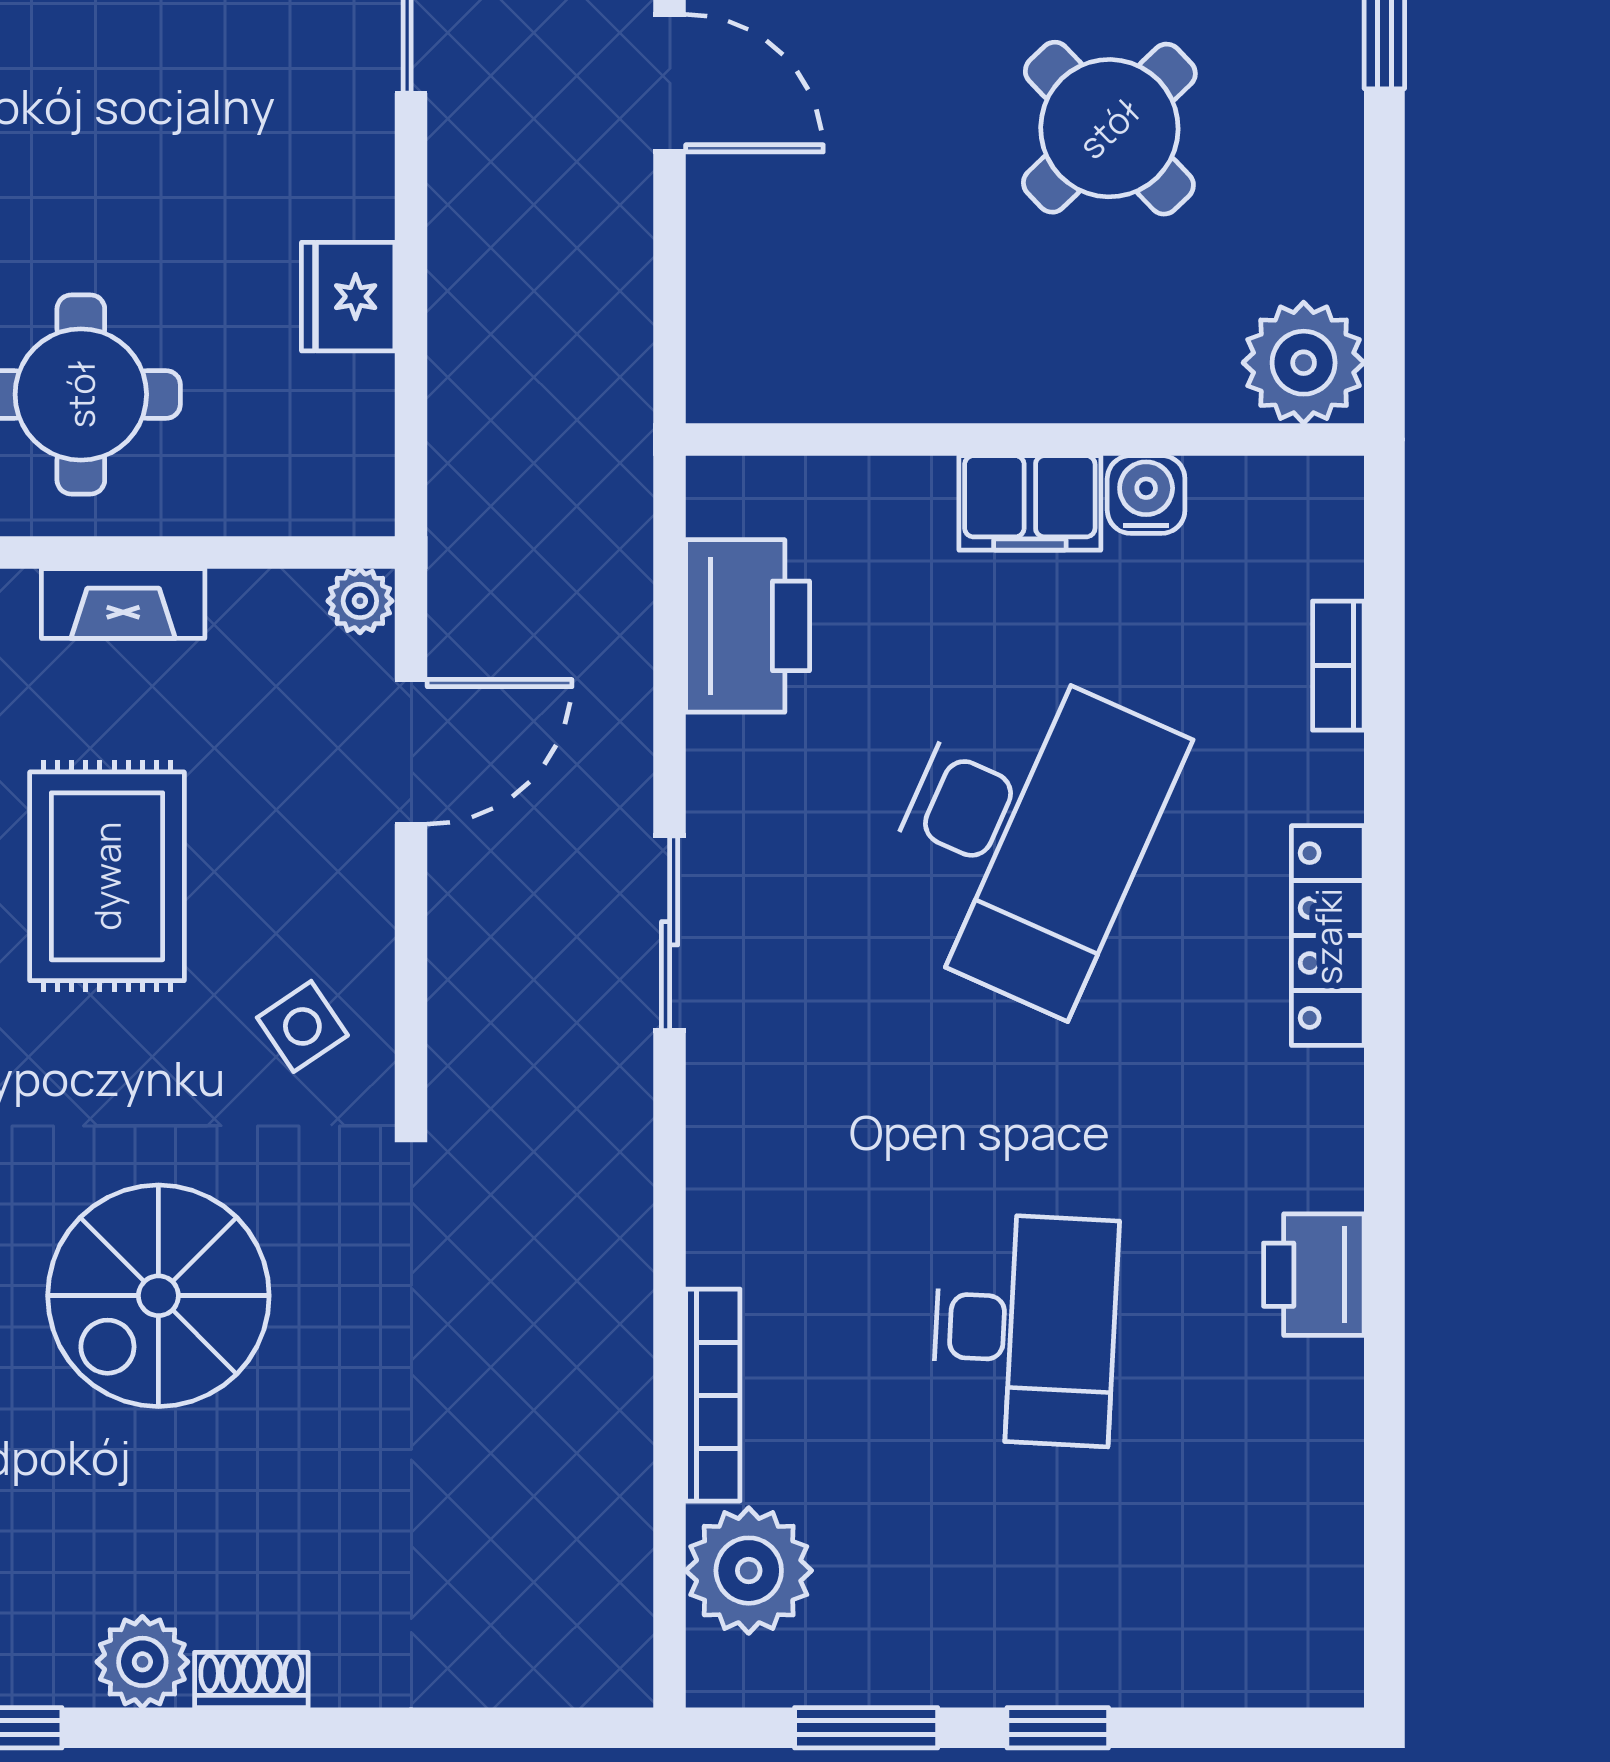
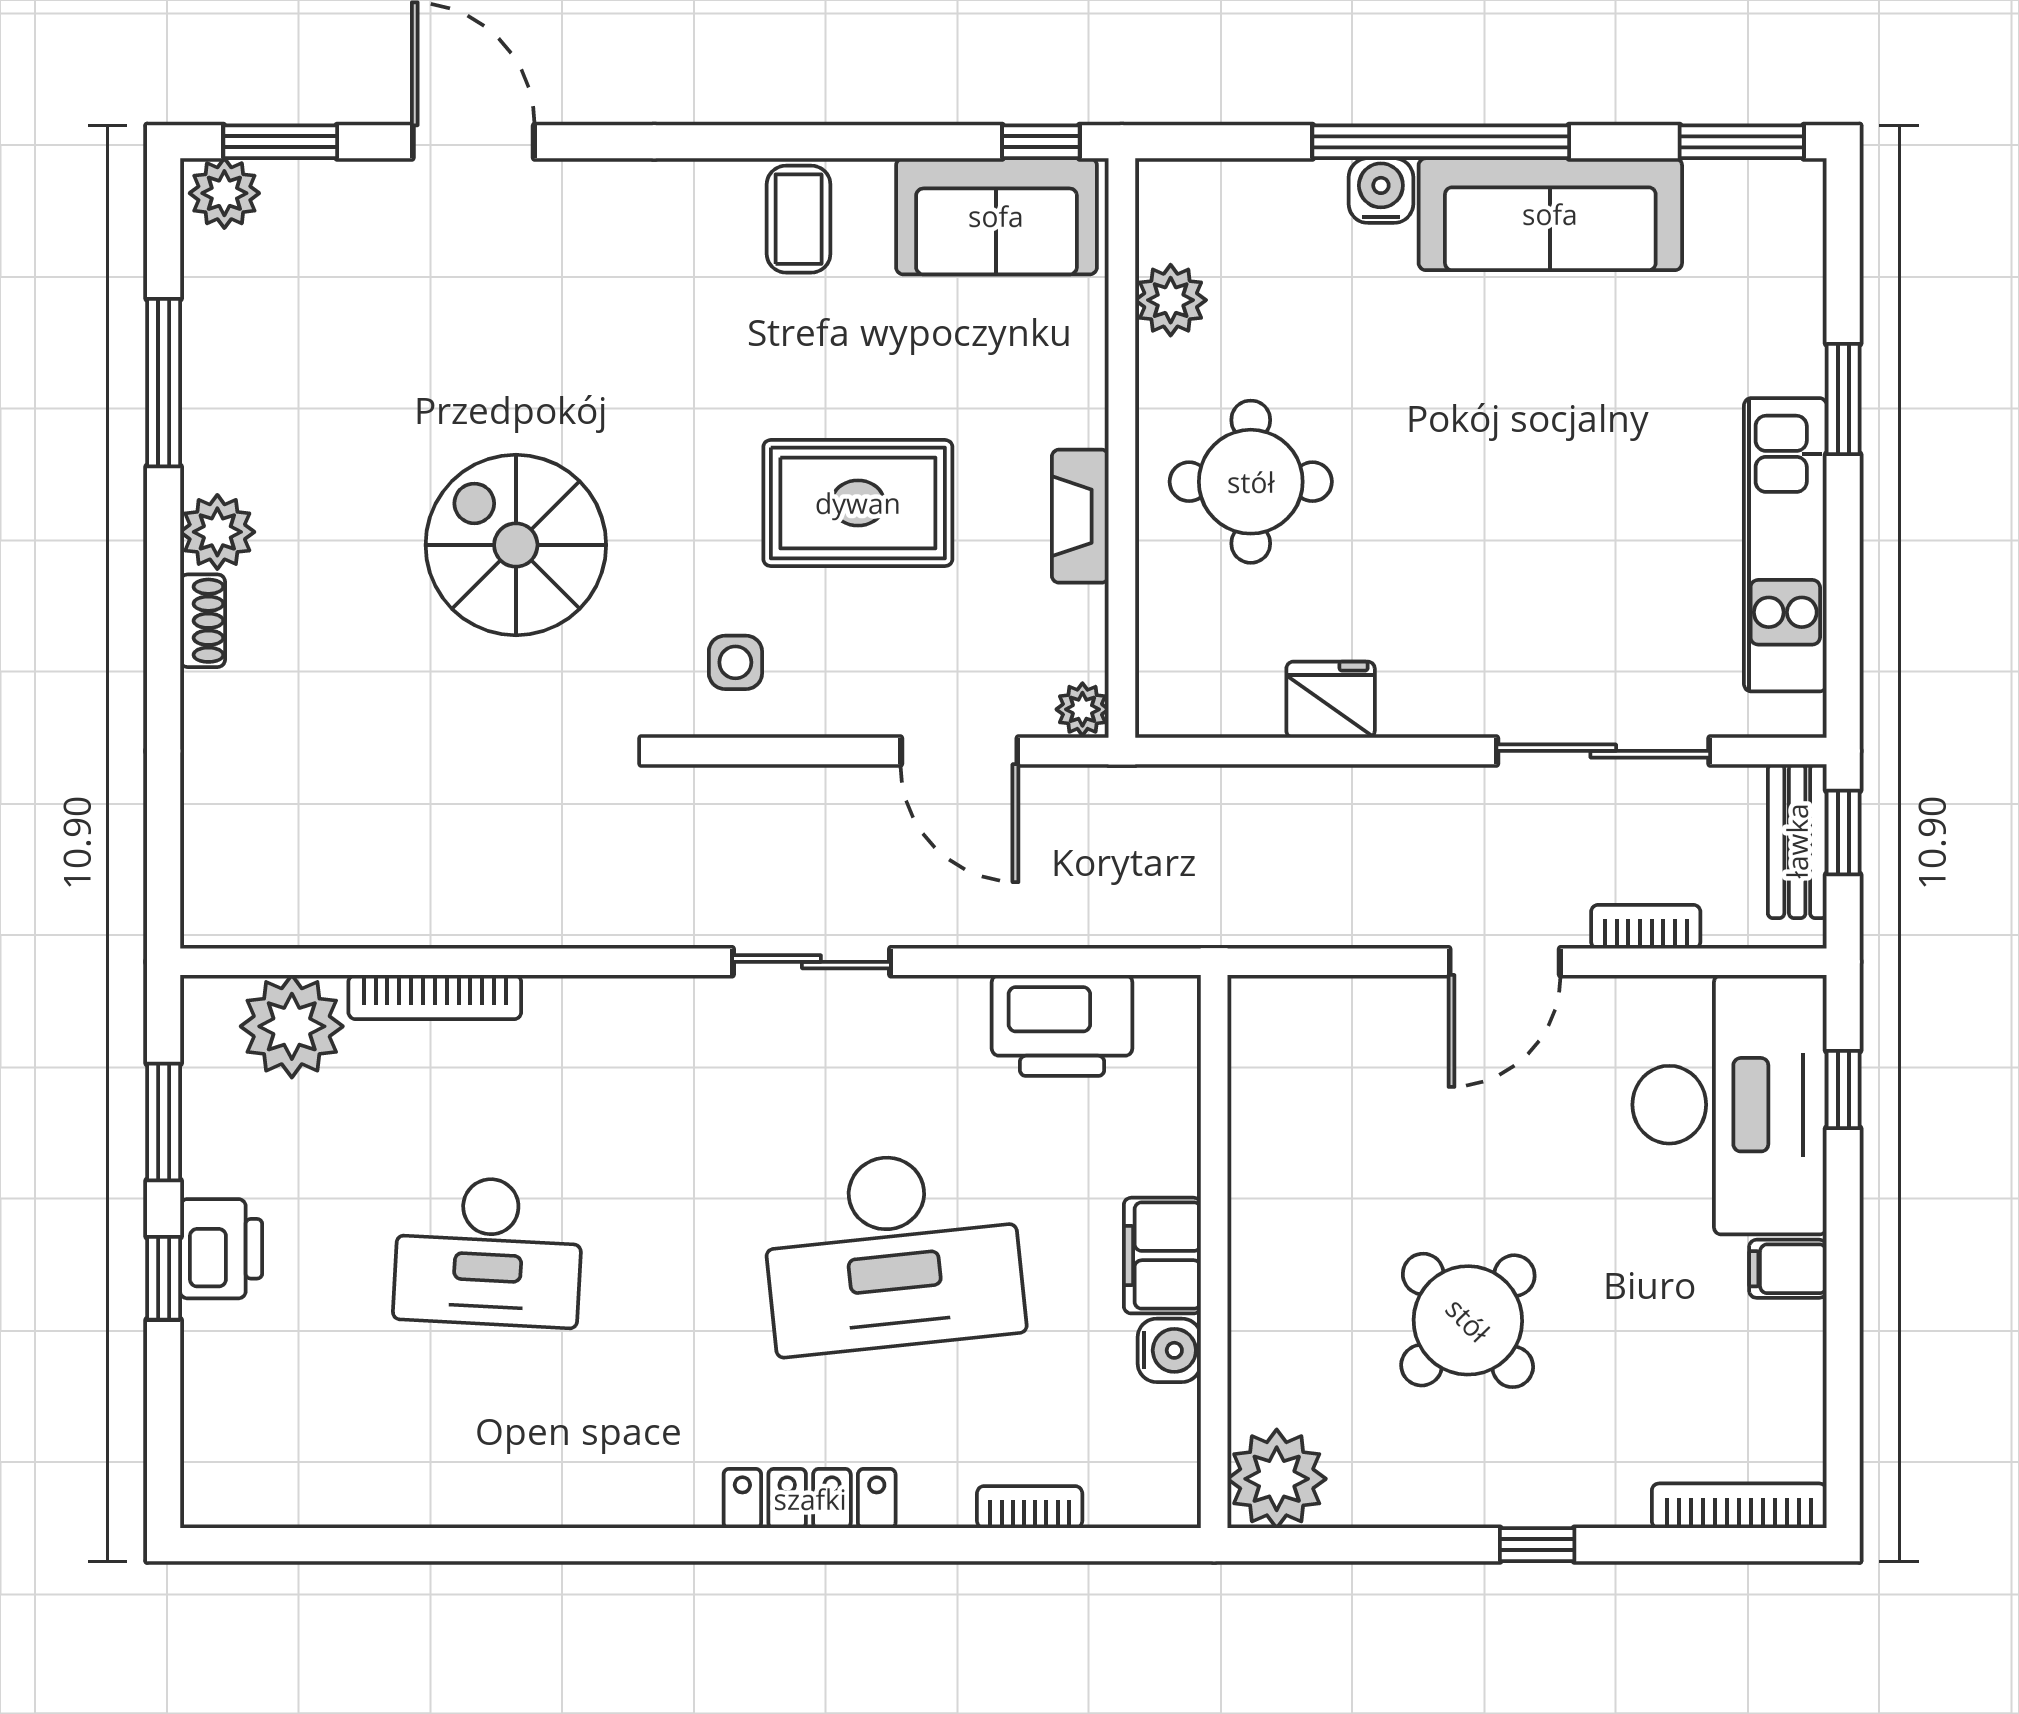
desk: (1025, 834) -> (893, 1252), turned -30
side table: (302, 1026) -> (735, 662), turned 34
printer: (1314, 1275) -> (221, 1249), moved, turned 90

